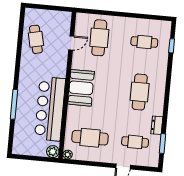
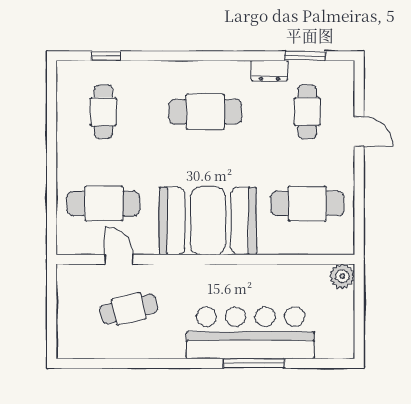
cafe table: (36, 39) -> (129, 309), moved
booth: (81, 88) -> (208, 221), width x1.36, depth x1.42
bar counter: (50, 109) -> (250, 333), moved, turned 180
cafe table: (90, 138) -> (307, 204), turned 90
plant: (68, 155) -> (345, 246), removed

